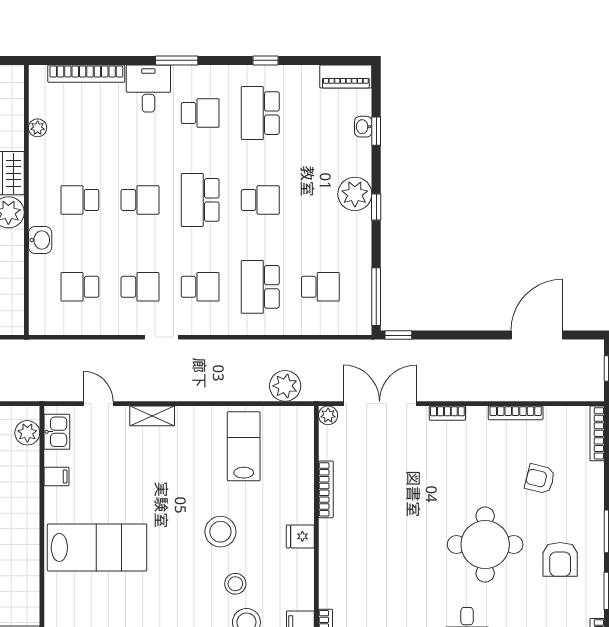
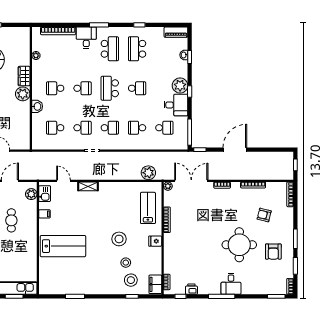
school desk: (200, 113) -> (110, 49), width x1.85
desk: (346, 237) -> (176, 105), added
school desk: (260, 287) -> (137, 128), width x0.54
door: (537, 335) -> (235, 150), moved
lab bench: (244, 446) -> (148, 208), moved

